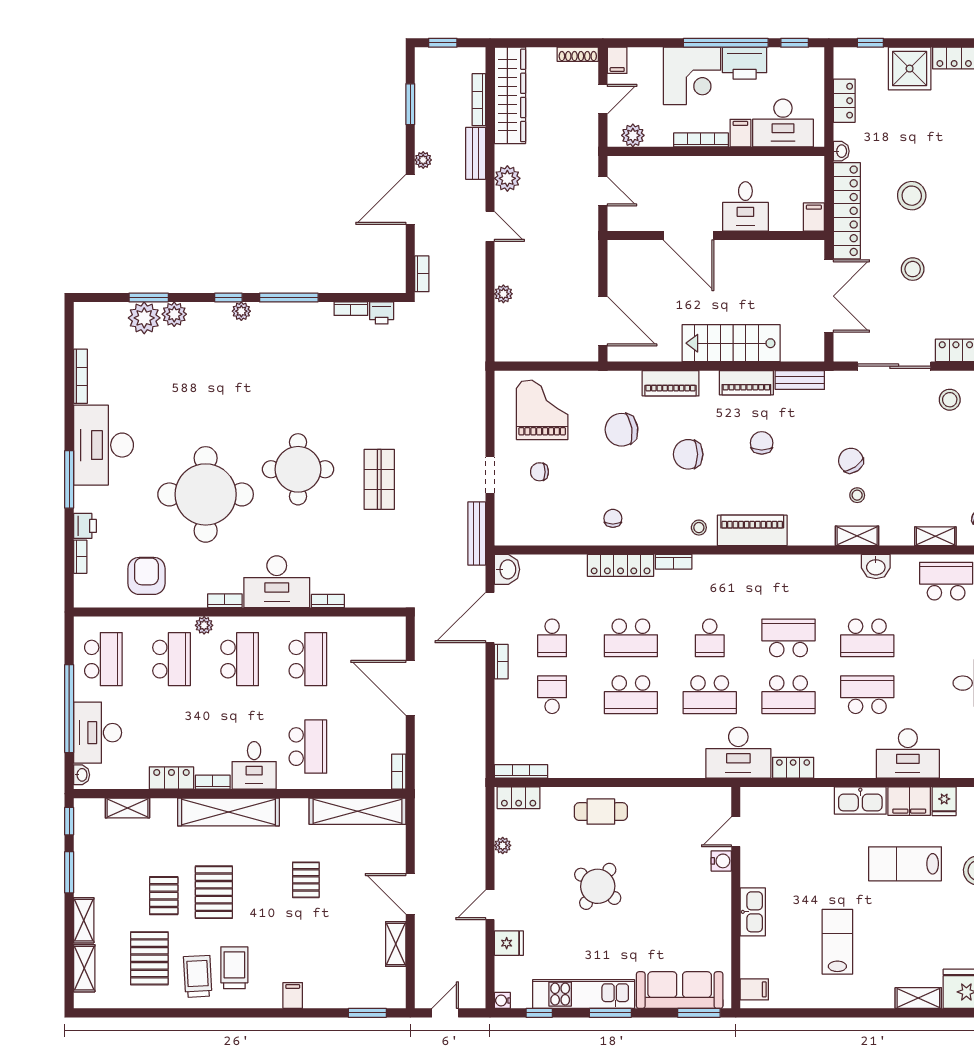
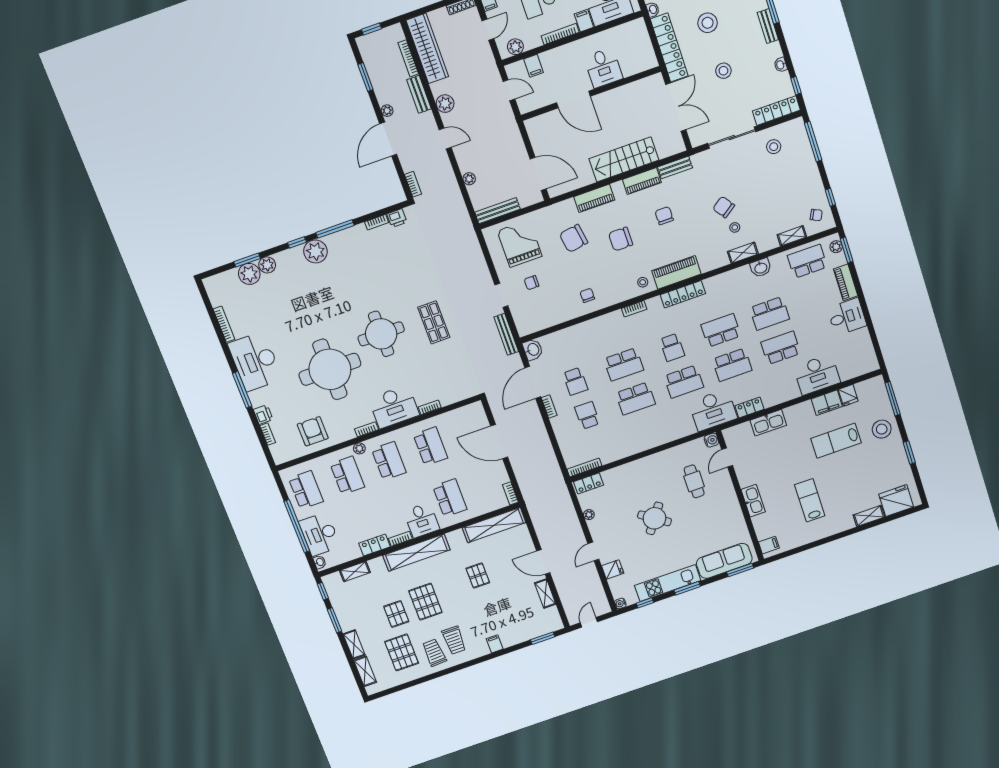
filing cabinet: (814, 217) -> (533, 66), moved, turned 180
plant: (241, 311) -> (315, 251), width x1.88, depth x1.88
bench: (527, 352) -> (498, 211), added
locker: (621, 565) -> (683, 294), moved
kitchen sink: (860, 801) -> (768, 423), moved
cafe table: (601, 812) -> (694, 481), moved, turned 90
water cooler: (721, 861) -> (711, 440), moved
trolley: (234, 968) -> (454, 640), turned 180

